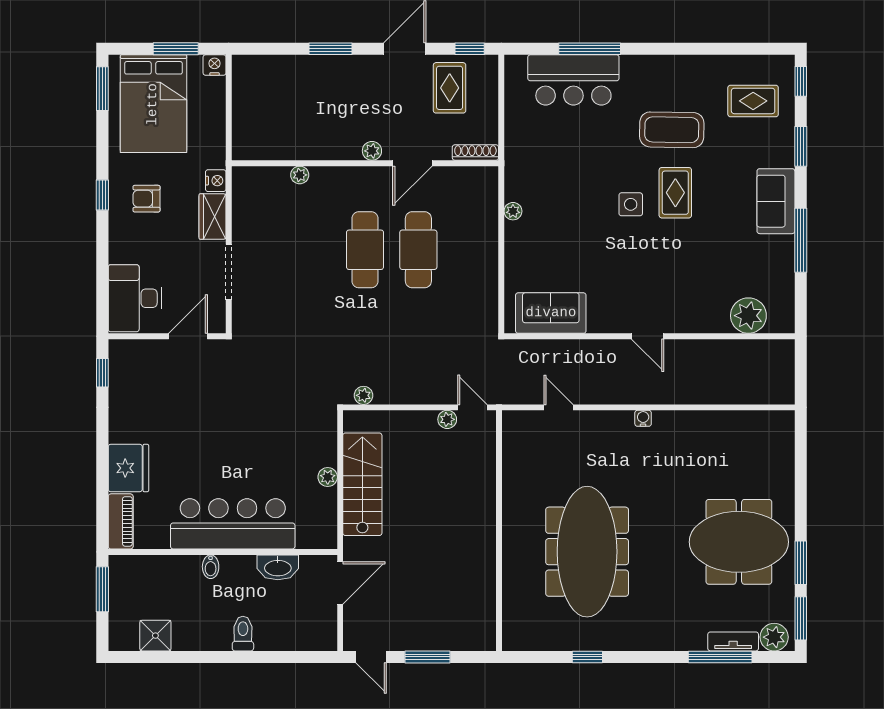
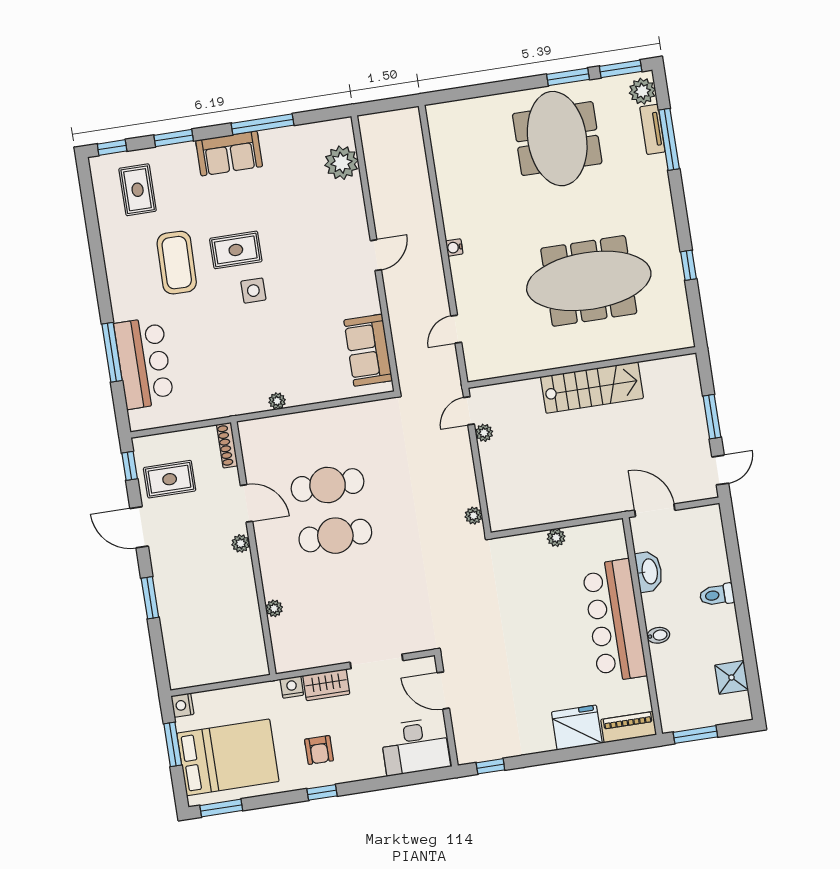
stairs: (362, 484) -> (592, 388), moved, turned 180

